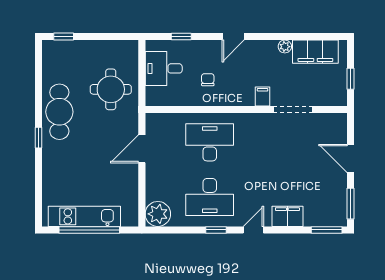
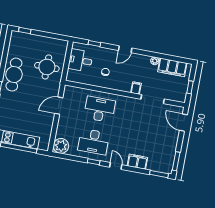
door: (350, 158) -> (183, 123), moved
door: (253, 230) -> (116, 166), hinge flipped

